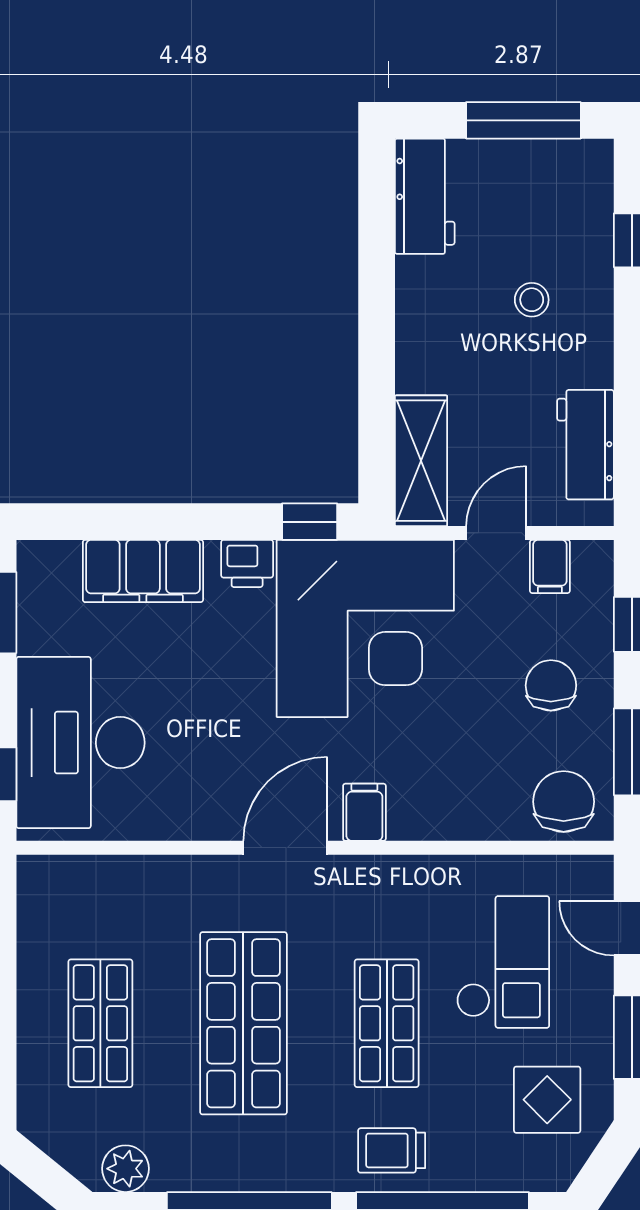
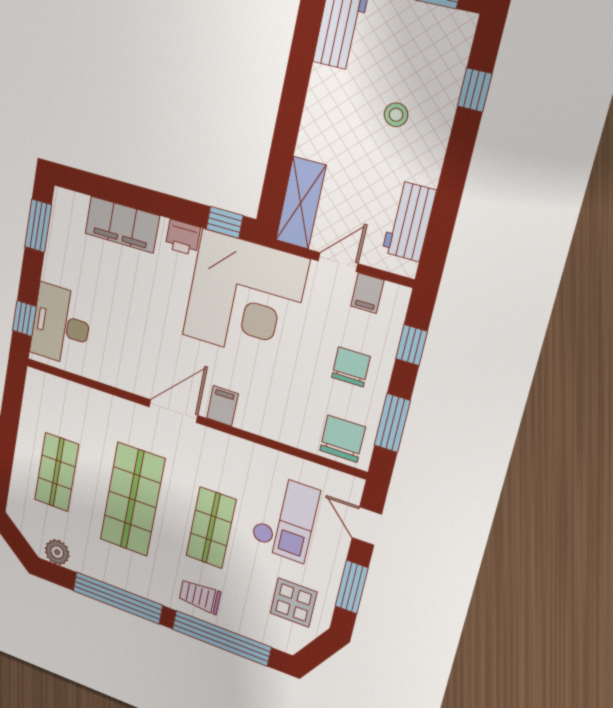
desk: (81, 743) -> (61, 325), width x0.73, depth x0.77

